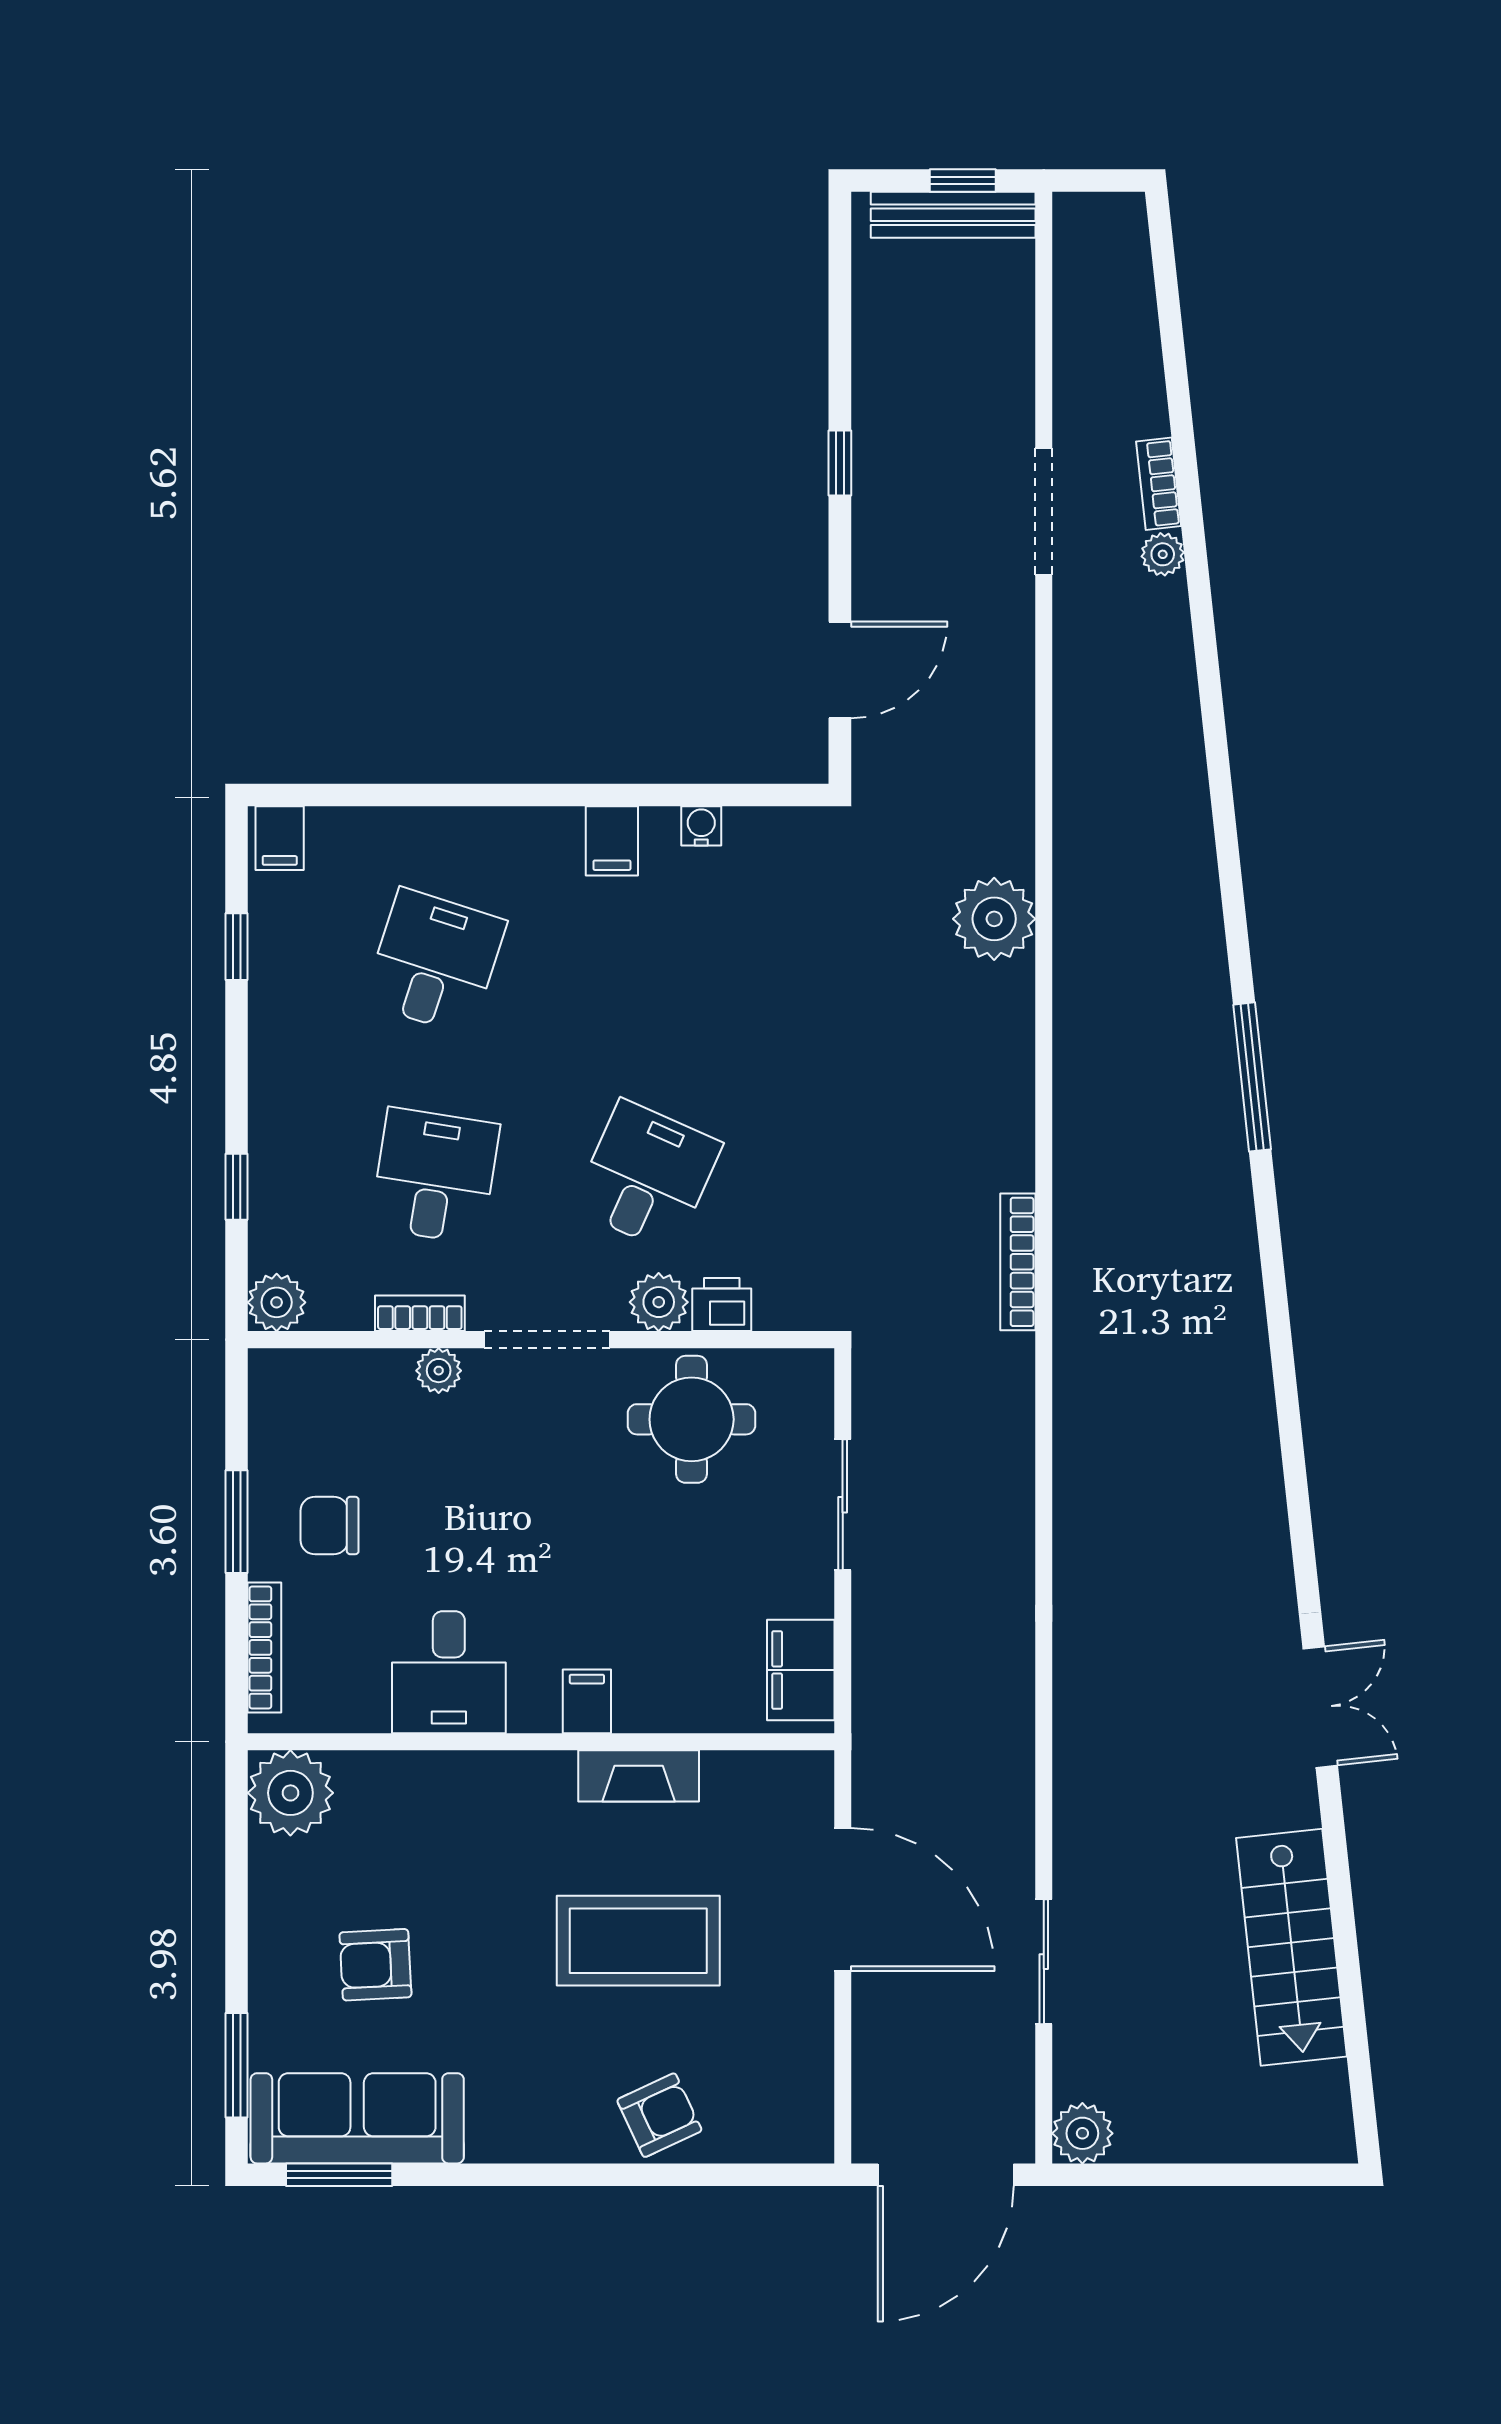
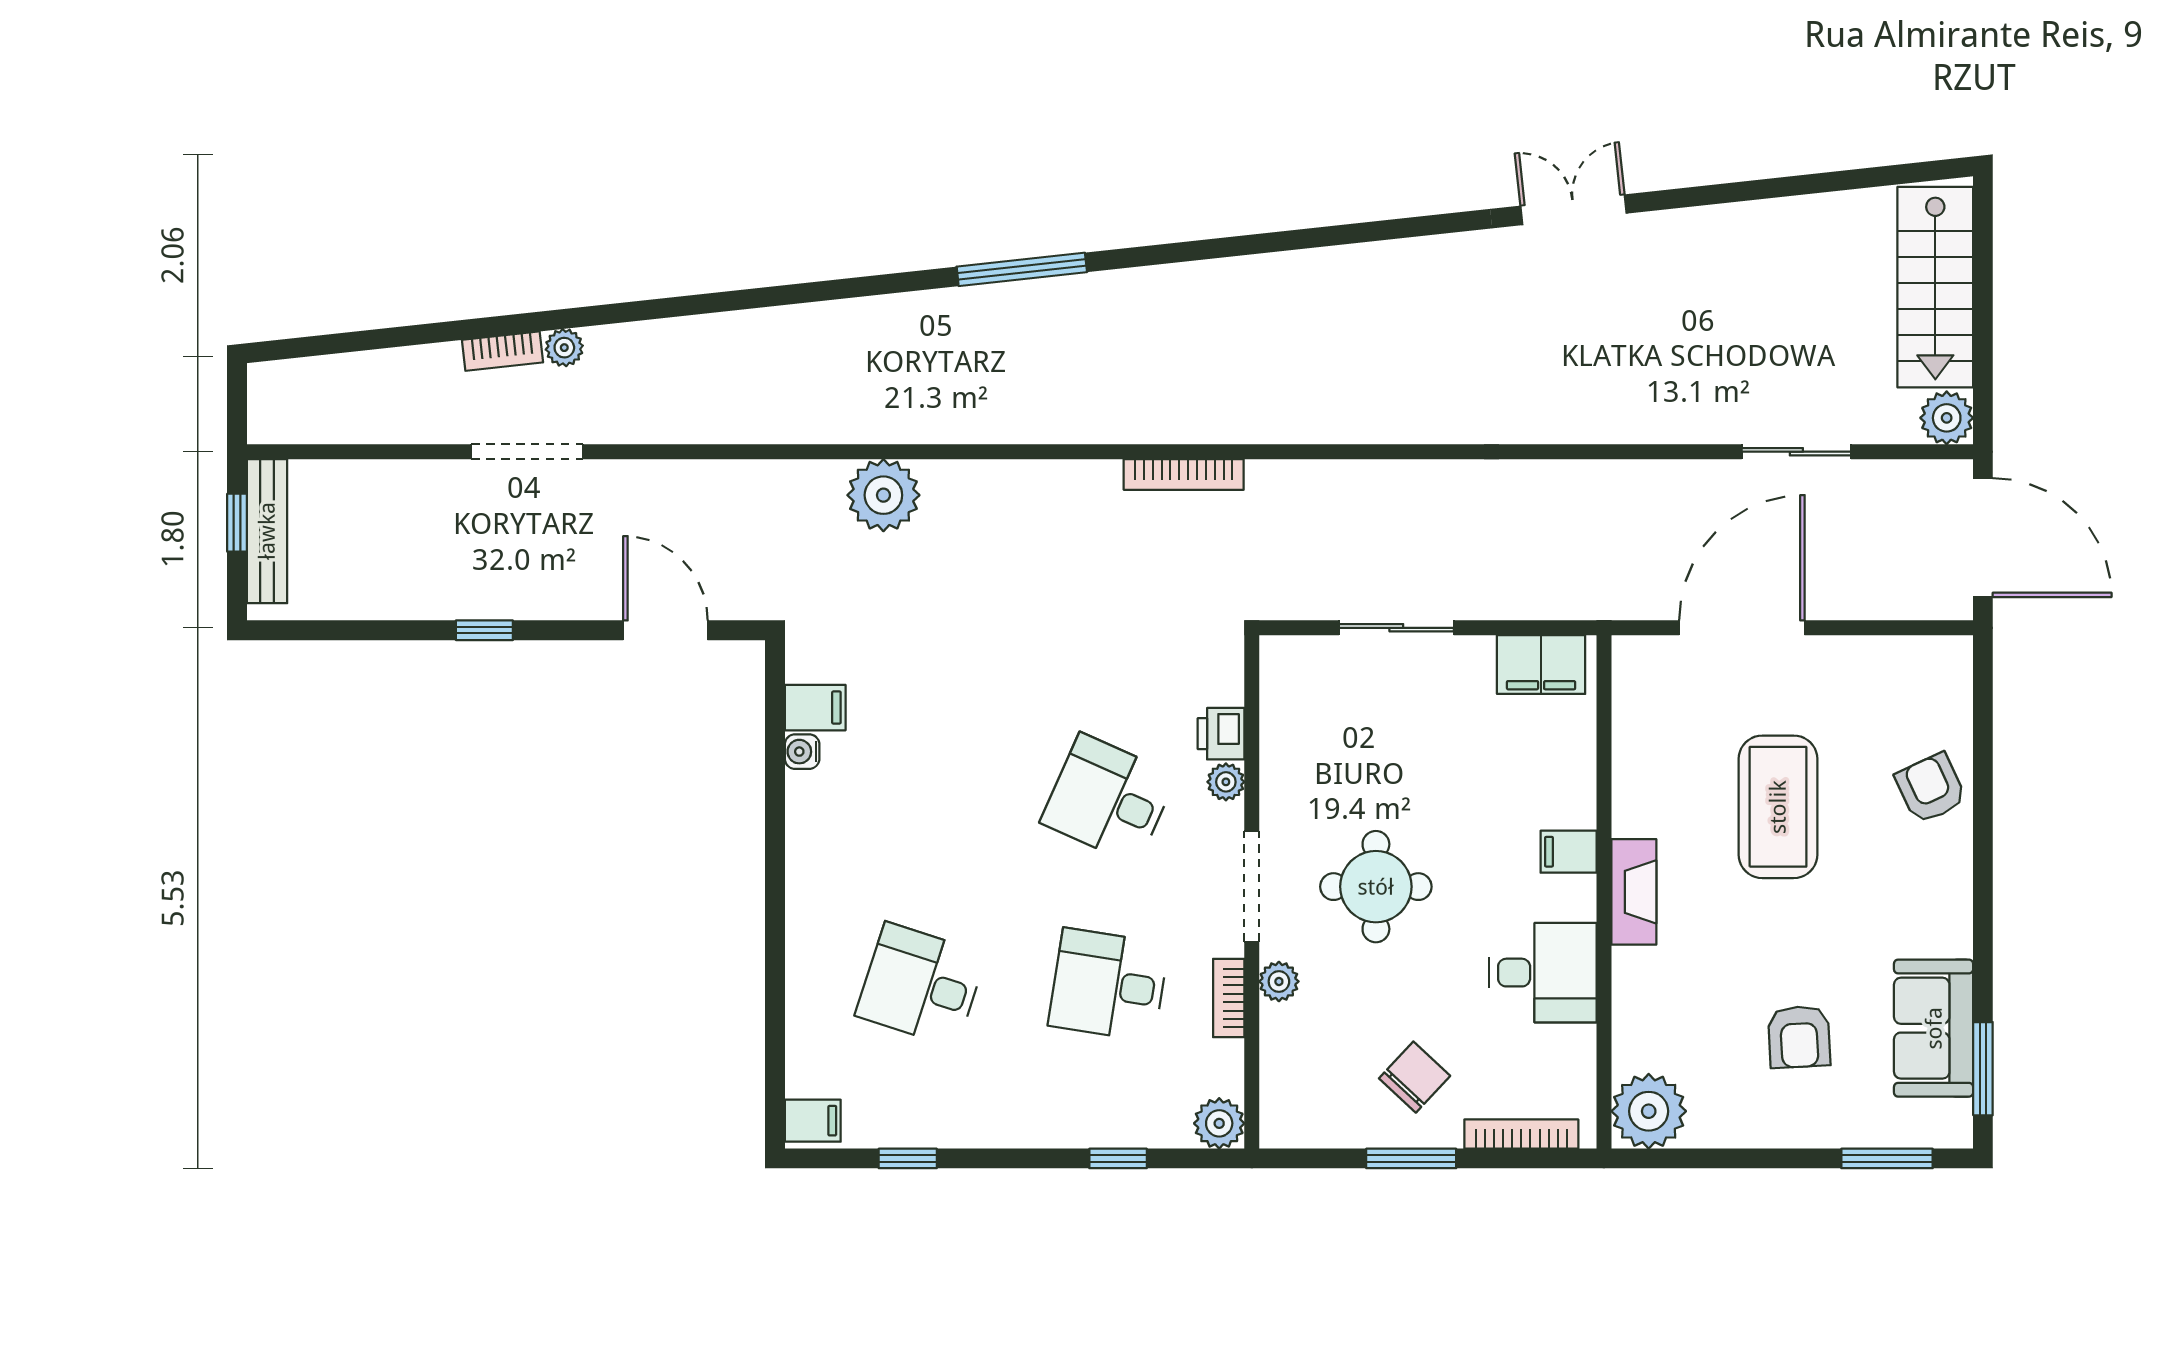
filing cabinet: (612, 841) -> (815, 708), moved
plant: (659, 1302) -> (1226, 782), width x0.73, depth x0.73
round table: (692, 1419) -> (1376, 887), moved
chair: (330, 1525) -> (1415, 1077), turned -137
fireplace: (639, 1776) -> (1634, 892), moved
stairs: (1292, 1947) -> (1935, 287), moved, turned 96
sofa: (357, 2118) -> (1934, 1028), width x0.73

